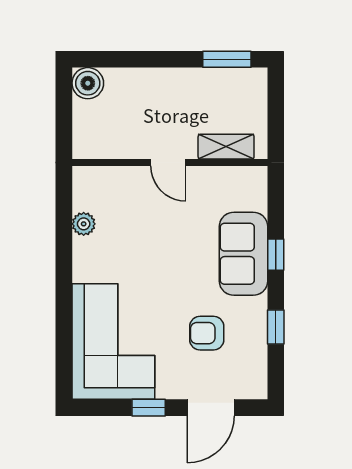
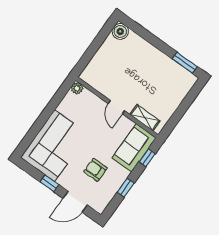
shelving: (226, 147) -> (145, 118), moved
door: (168, 162) -> (116, 107), moved
wall: (170, 162) -> (117, 108), moved

